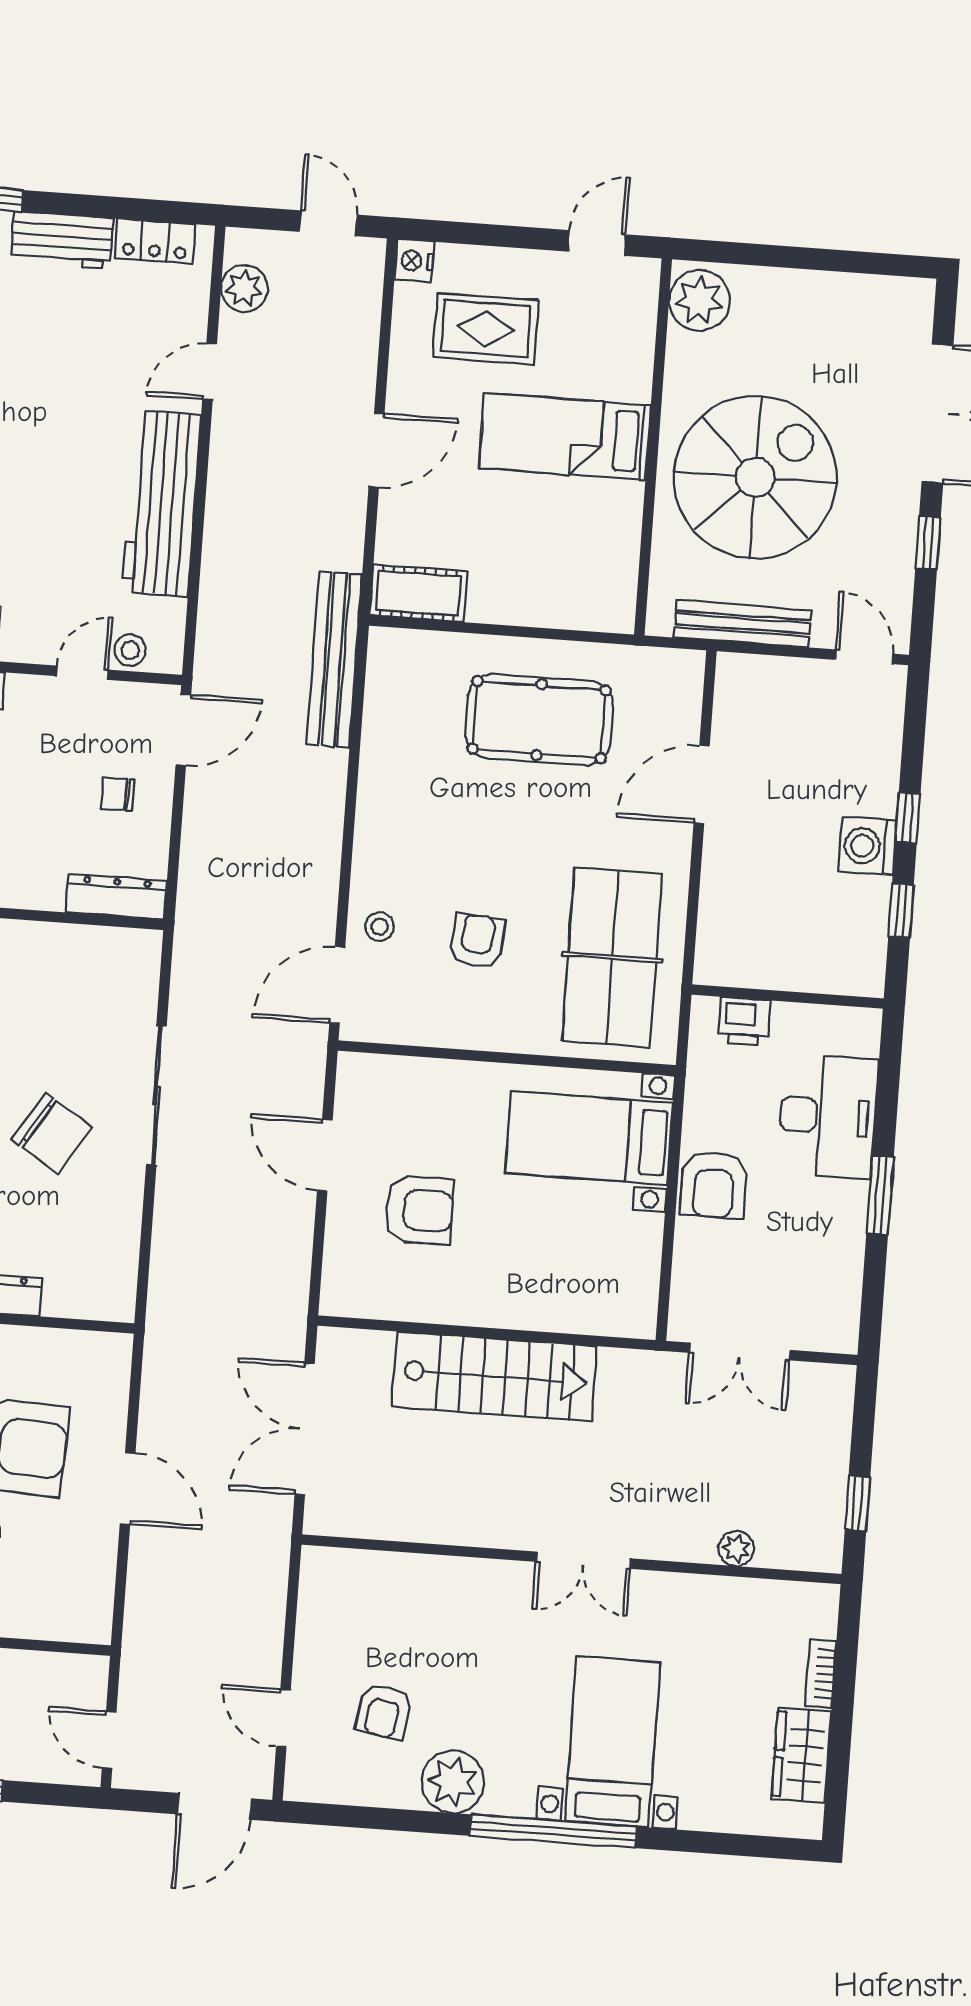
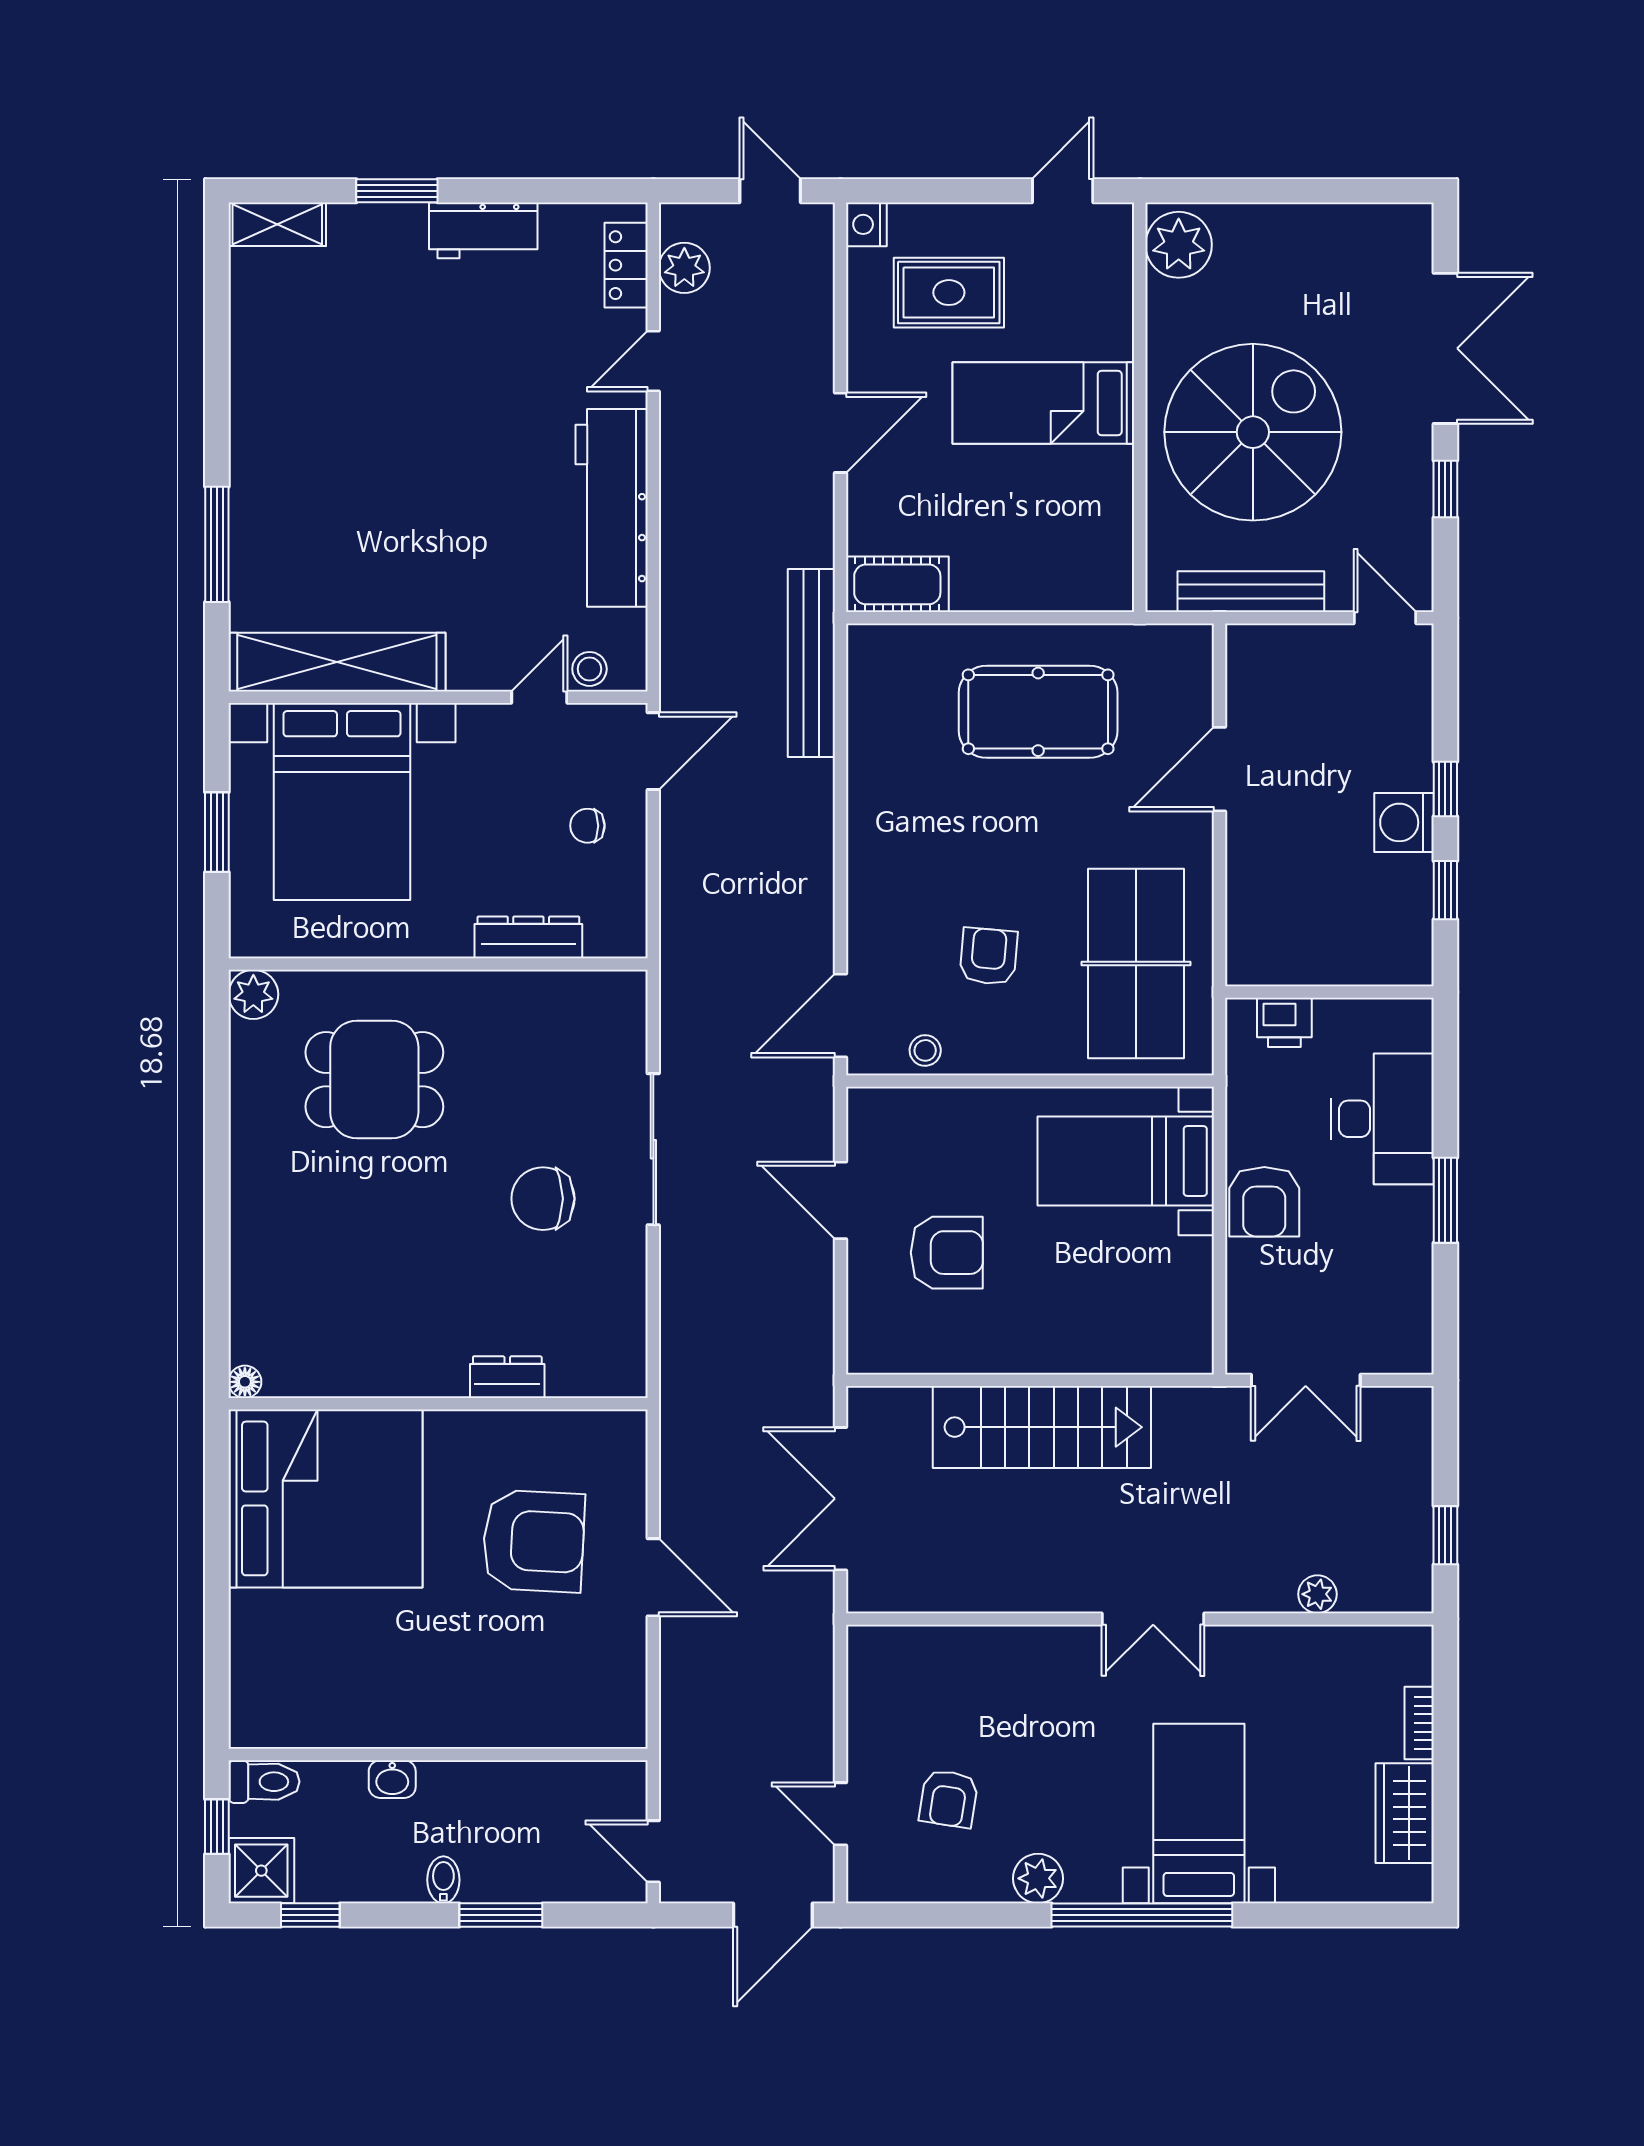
locker: (155, 241) -> (626, 265), moved, turned 90
dresser: (116, 897) -> (528, 937), moved
stool: (380, 927) -> (925, 1050), moved
chair: (52, 1133) -> (543, 1199), turned 148
plant: (453, 1782) -> (1038, 1878), width x0.73, depth x0.73

